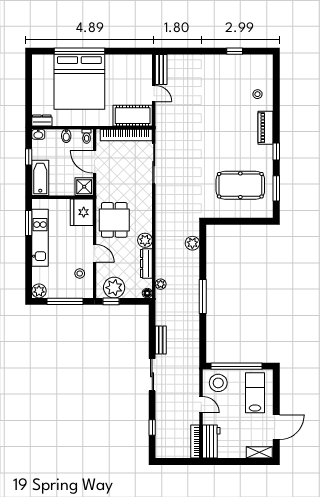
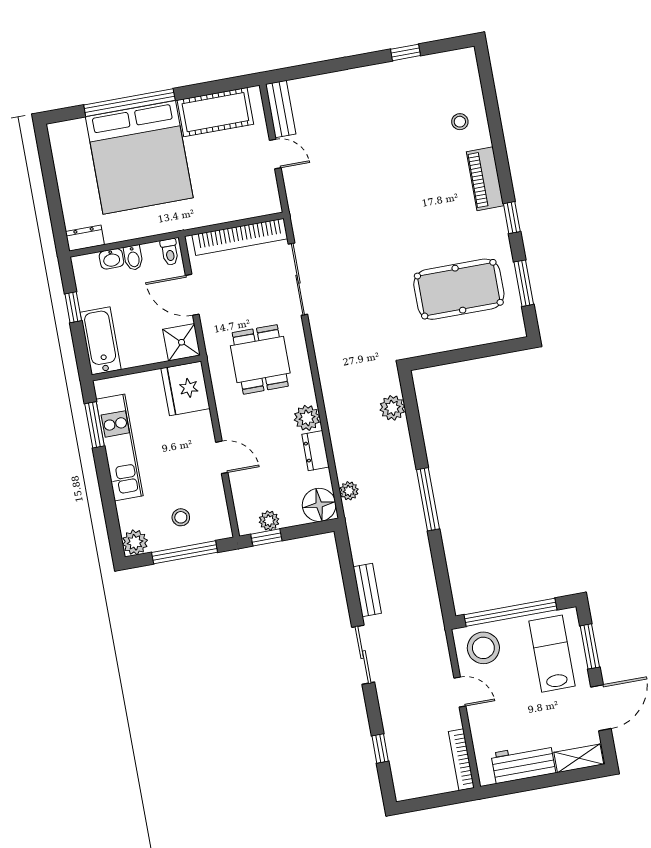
cot: (133, 116) -> (215, 112), moved
washbasin: (38, 134) -> (111, 259), moved
dining table: (114, 220) -> (260, 359), moved
dresser: (146, 263) -> (316, 451), width x0.70
stool: (80, 273) -> (181, 517), moved
plant: (114, 288) -> (269, 521), width x0.53, depth x0.53
floor lamp: (147, 293) -> (319, 505), width x1.89, depth x1.89
window: (276, 393) -> (590, 646), added
workbench: (211, 441) -> (523, 763), moved, turned -90

